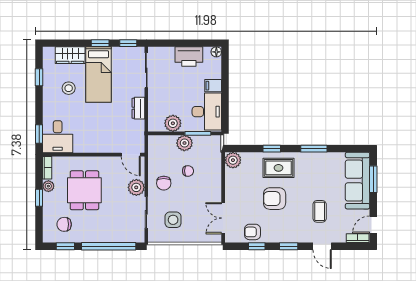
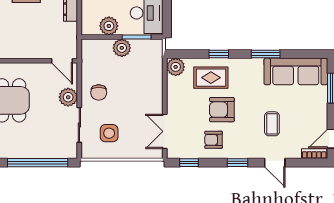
rug: (278, 168) -> (211, 78), moved
chair: (188, 171) -> (126, 79), removed
sofa: (358, 181) -> (296, 71), moved, turned -90
armchair: (252, 232) -> (214, 140), moved
window: (257, 246) -> (189, 163), moved

